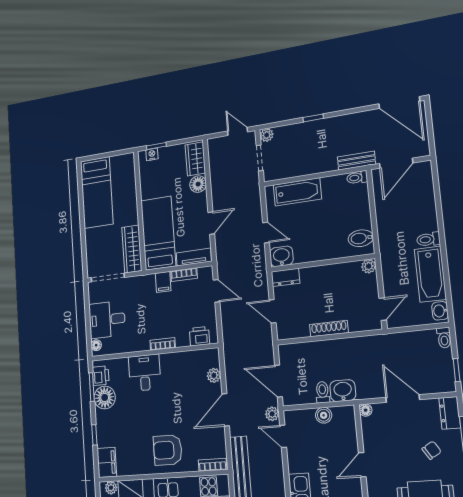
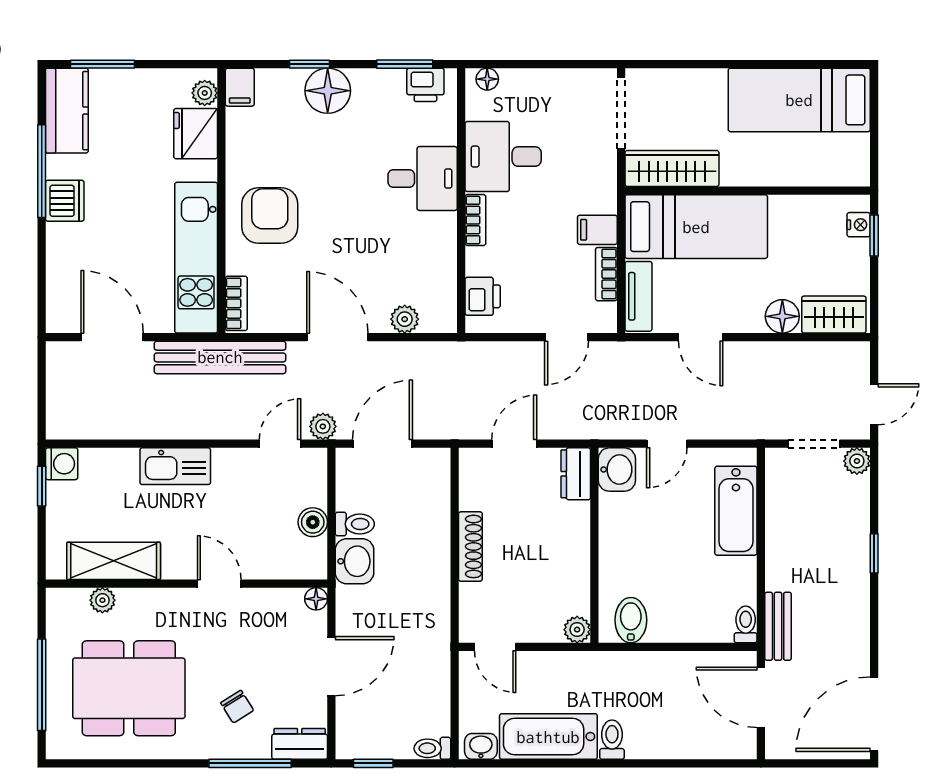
desk: (107, 320) -> (503, 157), moved, turned -90
floor lamp: (105, 397) -> (328, 91), moved
filing cabinet: (107, 462) -> (240, 87), width x0.50

